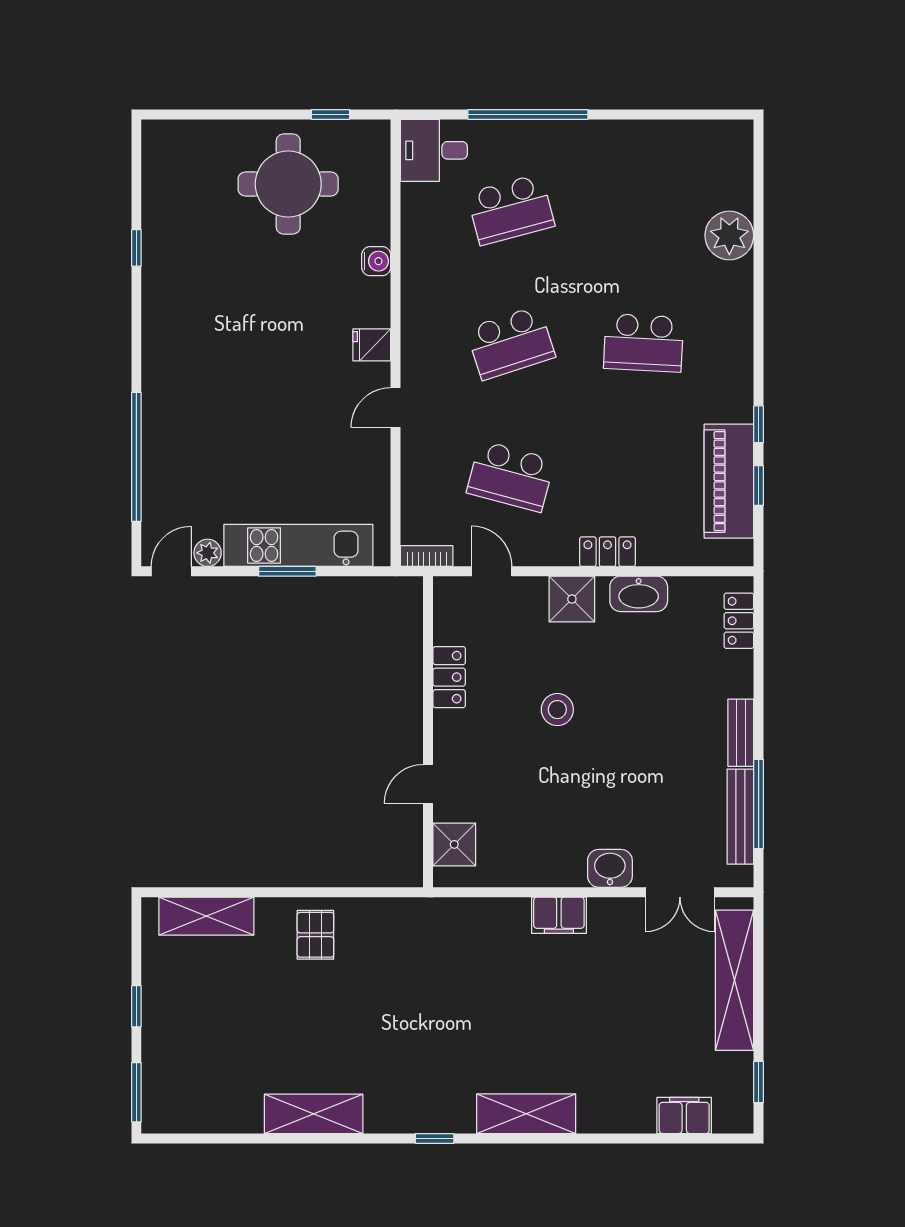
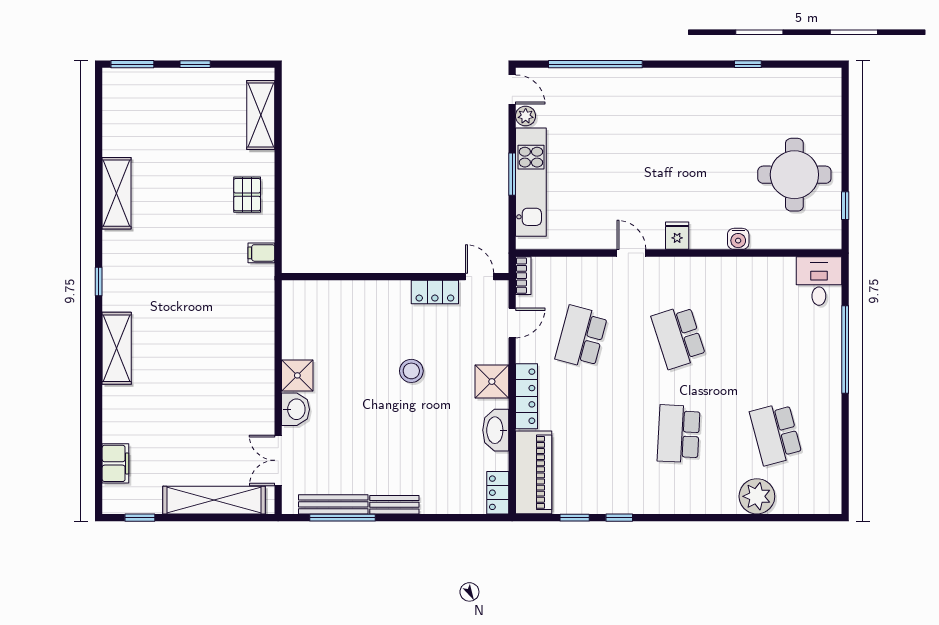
school desk: (511, 210) -> (776, 434), moved
piano: (729, 481) -> (534, 472), moved, turned 90
locker: (608, 552) -> (526, 396), width x1.53
locker: (739, 621) -> (498, 493), moved, turned -90
door: (428, 784) -> (480, 277), moved
shower: (454, 844) -> (297, 375), moved
filing cabinet: (559, 915) -> (261, 253), moved, width x0.50
pallet: (315, 935) -> (247, 195), turned 90

